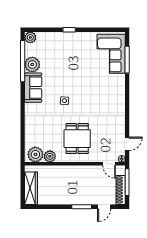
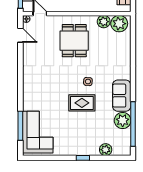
plant: (30, 37) -> (106, 150), moved
rug: (70, 81) -> (82, 103), added
door: (127, 144) -> (20, 35), swing flipped

